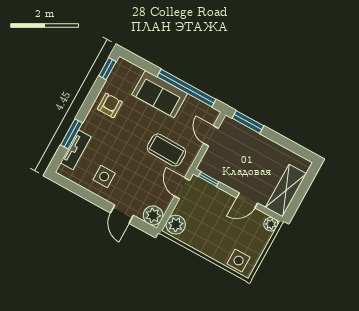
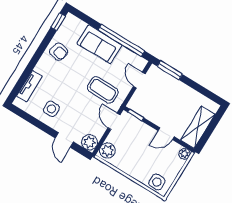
armchair: (110, 105) -> (59, 52), turned 104
window: (71, 134) -> (27, 73), removed

